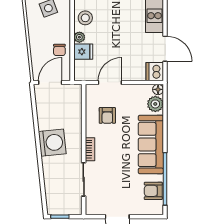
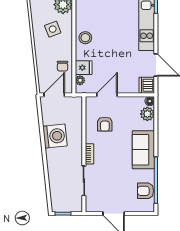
plant: (79, 37) -> (80, 80), moved
washing machine: (52, 143) -> (55, 136), moved
sofa: (151, 144) -> (143, 150), width x0.73

